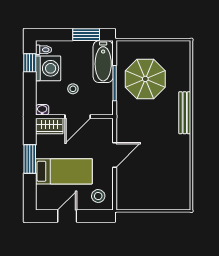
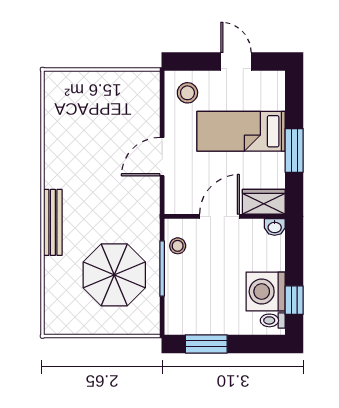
bathtub: (103, 62) -> (180, 302), removed
stool: (73, 89) -> (178, 246), moved
door: (67, 216) -> (236, 62), swing flipped

